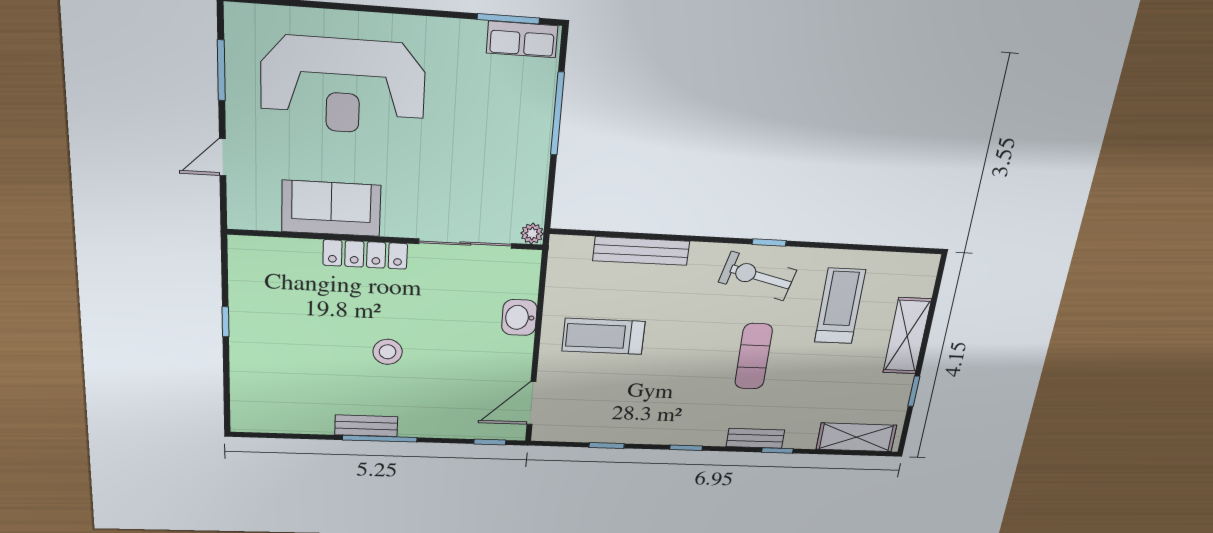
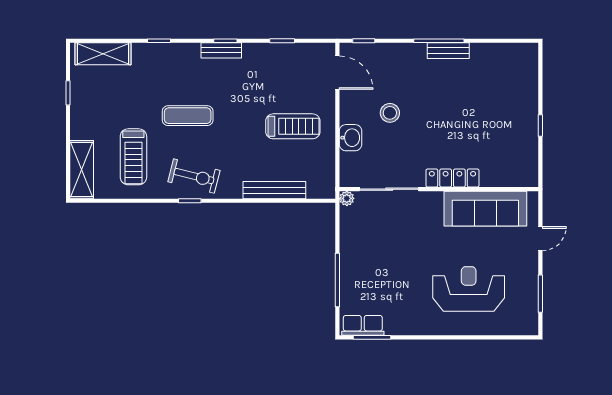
reception desk: (343, 86) -> (469, 289), width x0.74, depth x0.77
sofa: (331, 208) -> (485, 209), width x1.36
shelving: (907, 336) -> (82, 170), moved
stool: (388, 352) -> (390, 113), moved
exercise mat: (754, 356) -> (188, 116), turned 90
door: (531, 403) -> (337, 73), hinge flipped
bench: (755, 438) -> (221, 50), moved

